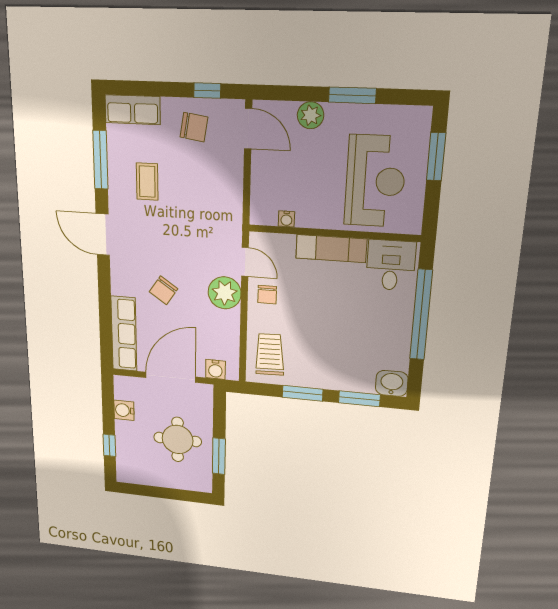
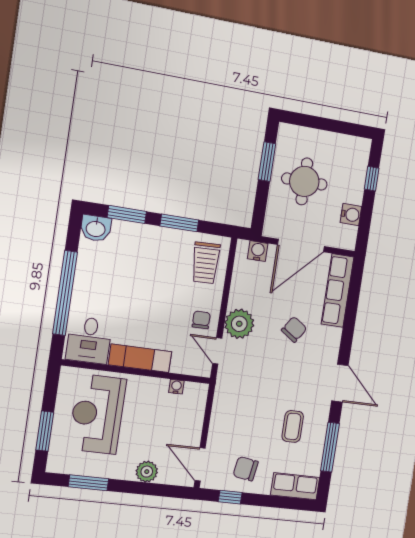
window: (352, 95) -> (88, 483), moved

